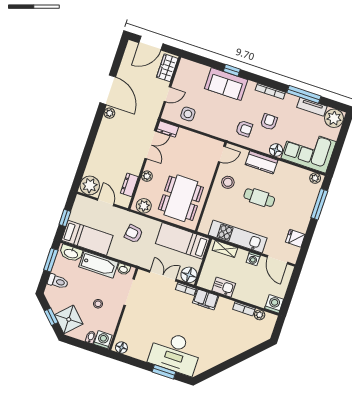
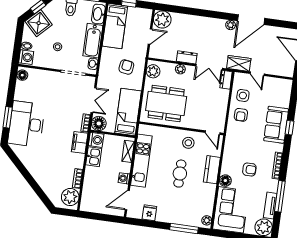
wardrobe: (167, 68) -> (239, 63), moved
armchair: (244, 129) -> (241, 115), moved
dresser: (129, 185) -> (187, 57), moved
washing machine: (274, 304) -> (96, 140), moved
plant: (260, 315) -> (70, 197), width x1.88, depth x1.88

